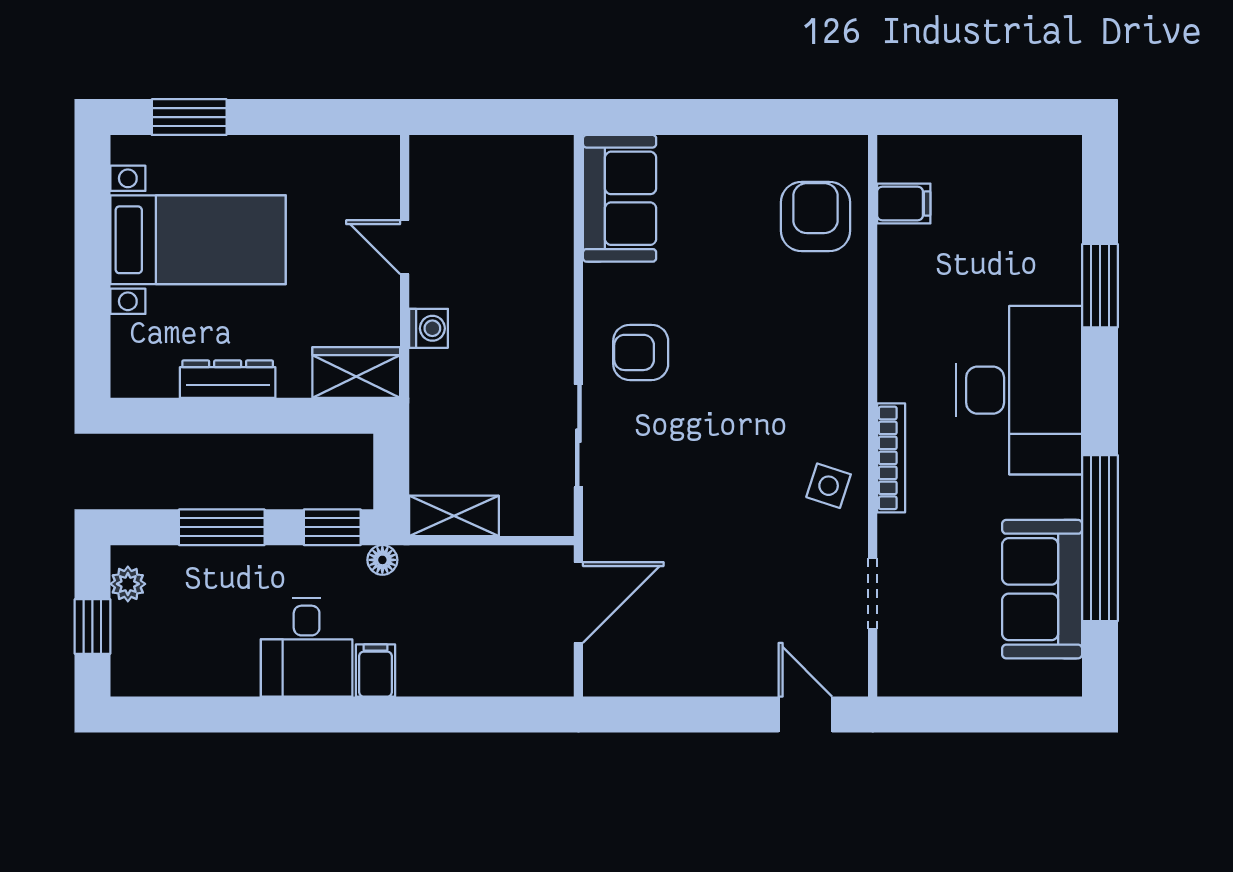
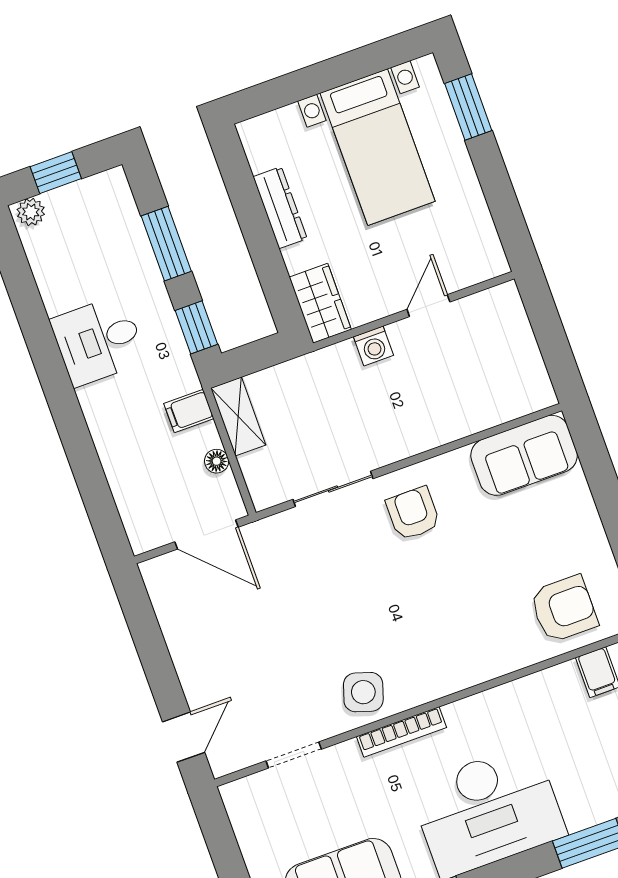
side table: (829, 486) -> (363, 692), width x1.37, depth x1.37
floor lamp: (382, 560) -> (217, 461), moved
plant: (128, 584) -> (31, 212), moved
filing cabinet: (376, 670) -> (189, 411), moved, turned 180

